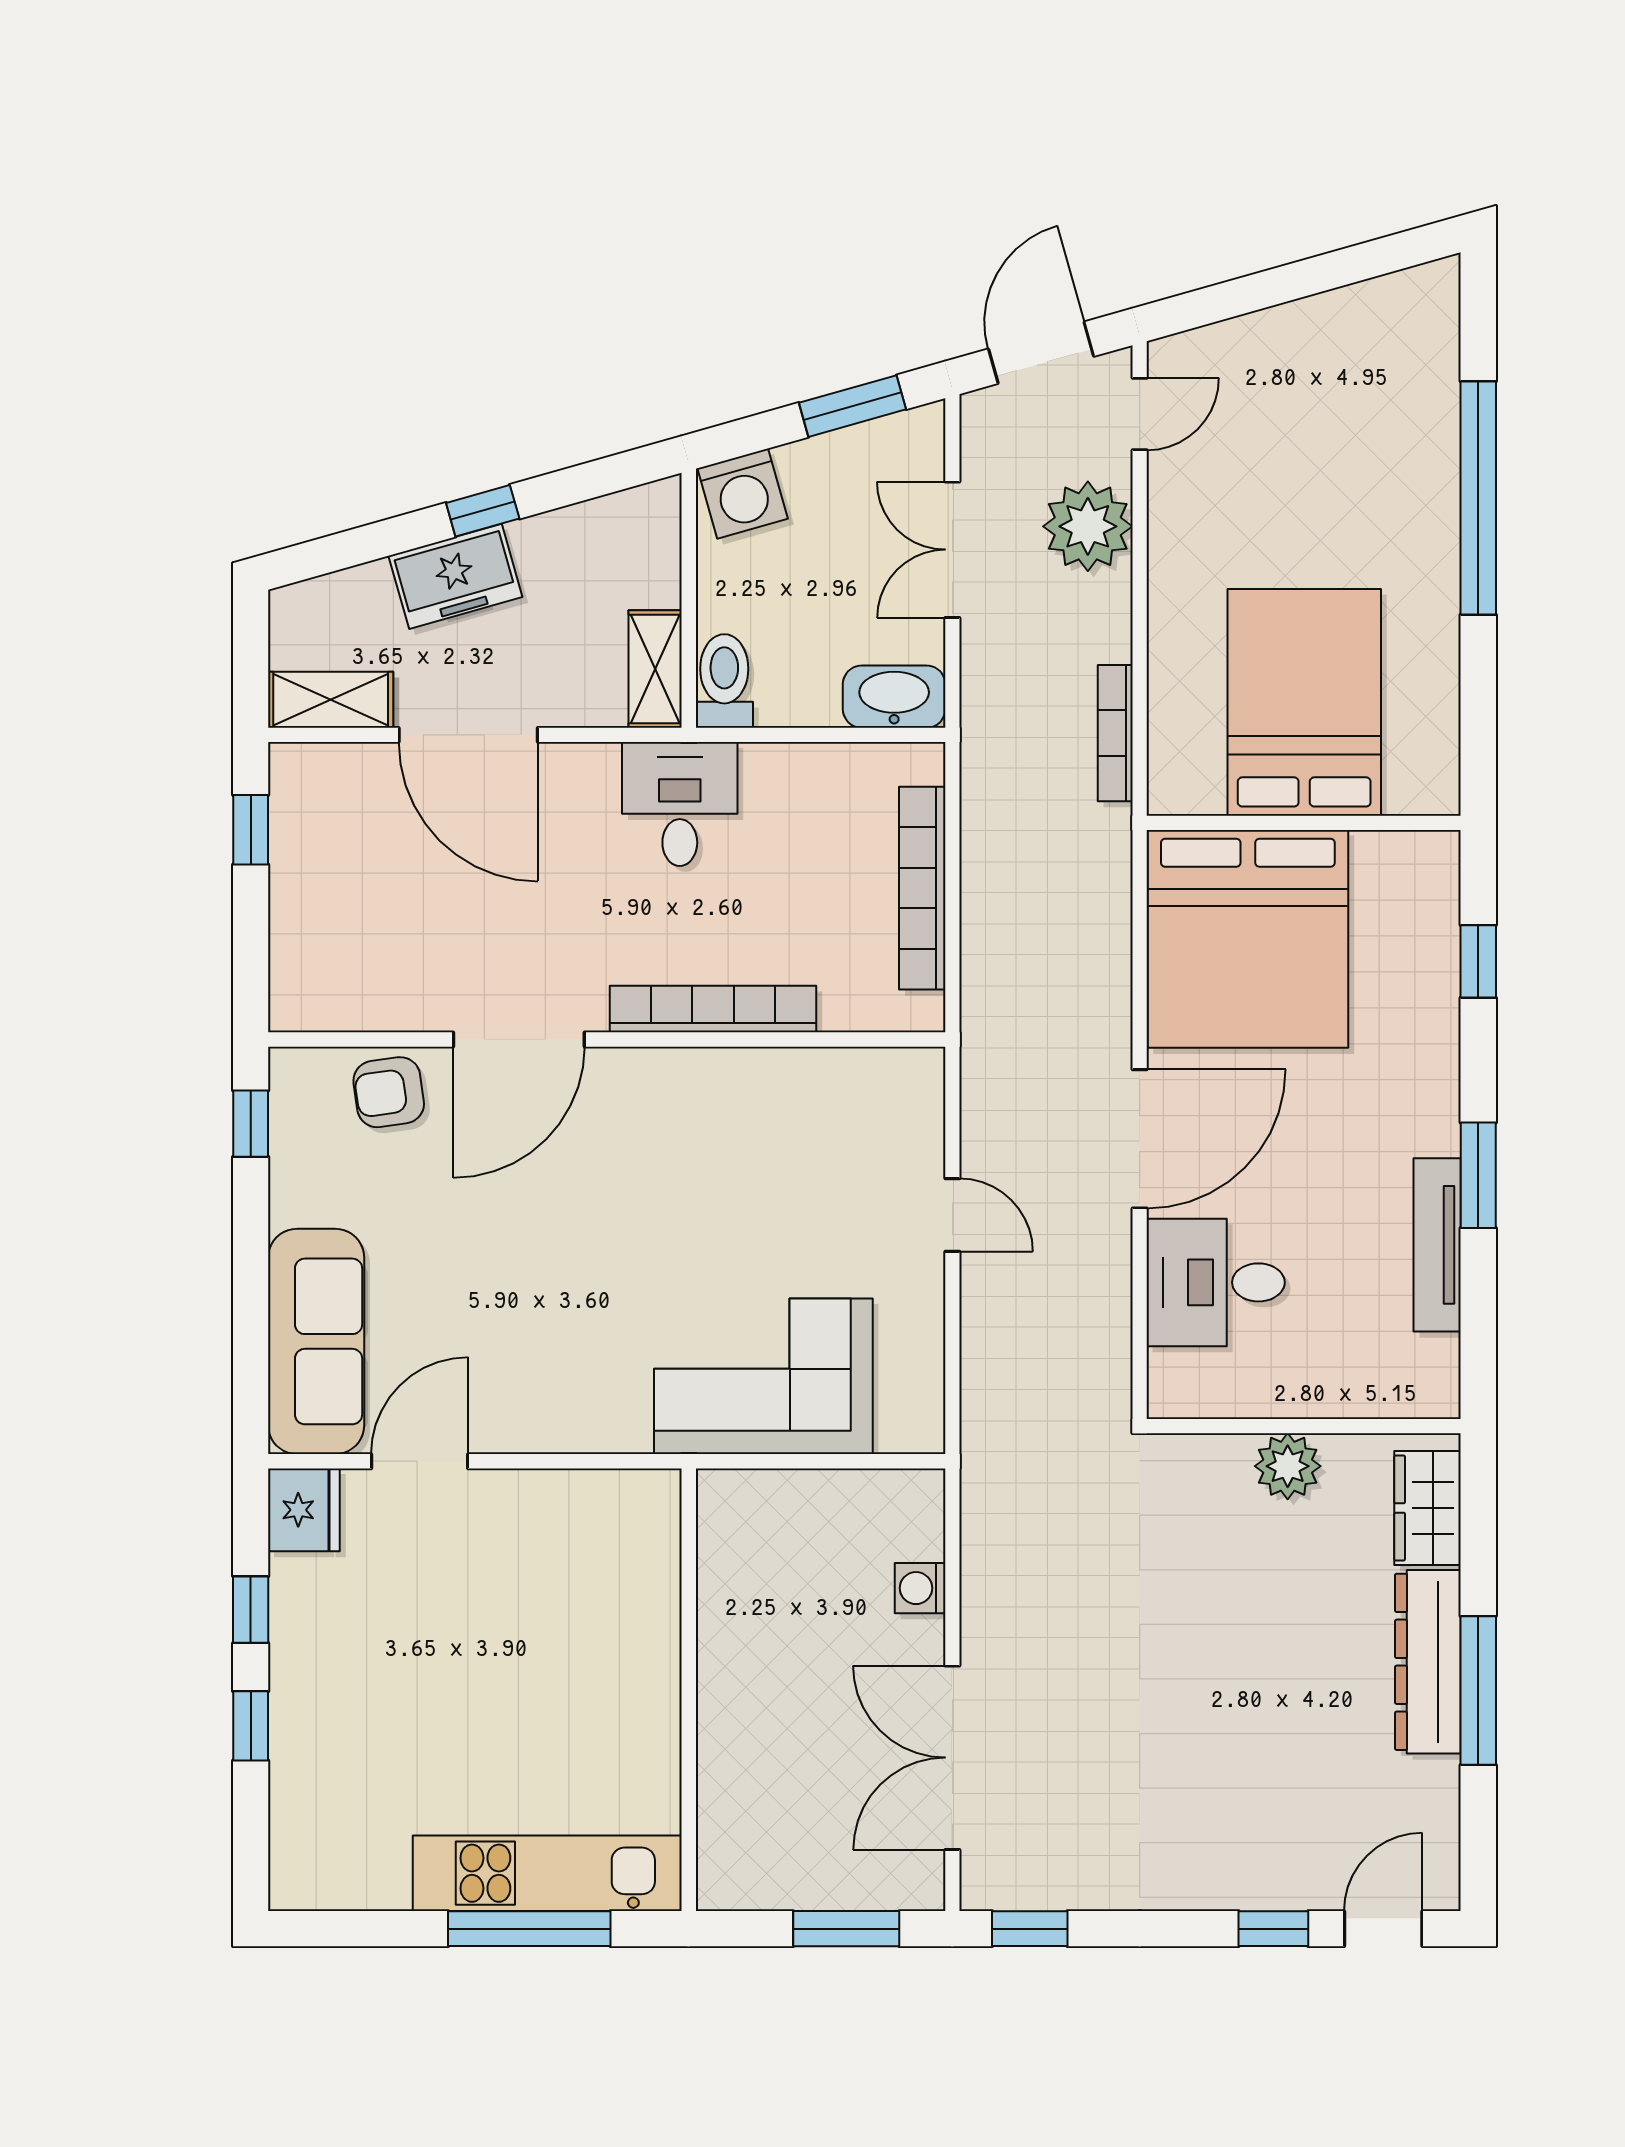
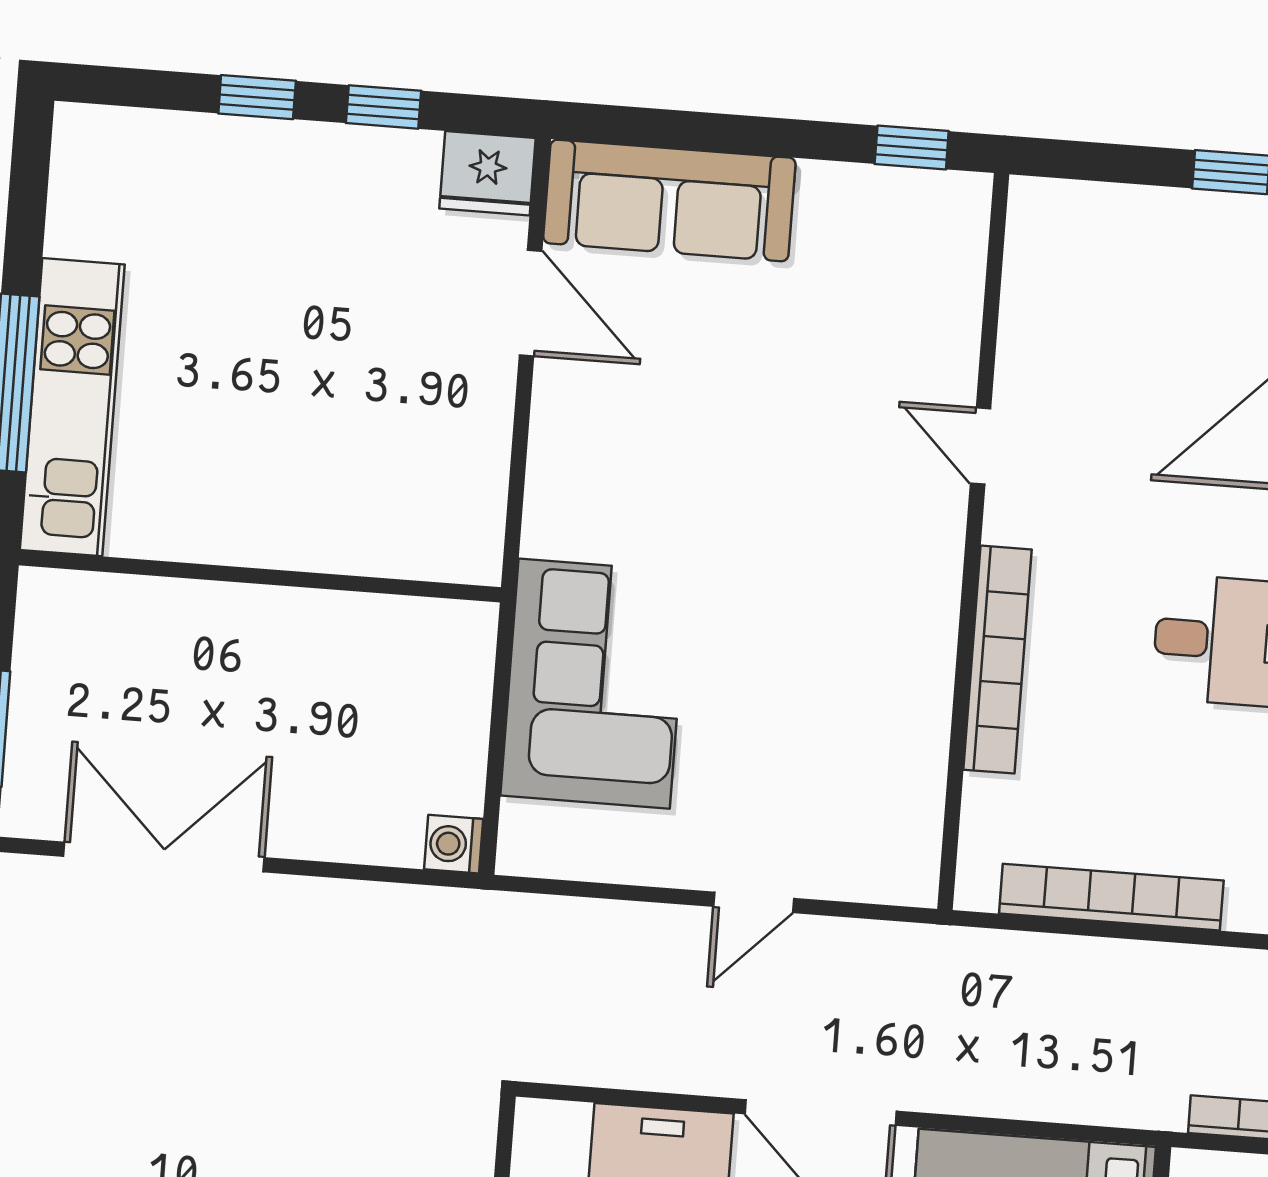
door: (519, 1040) -> (981, 446), width x0.53
armchair: (389, 1092) -> (934, 300), removed
washing machine: (920, 1588) -> (454, 844), moved, turned -90

